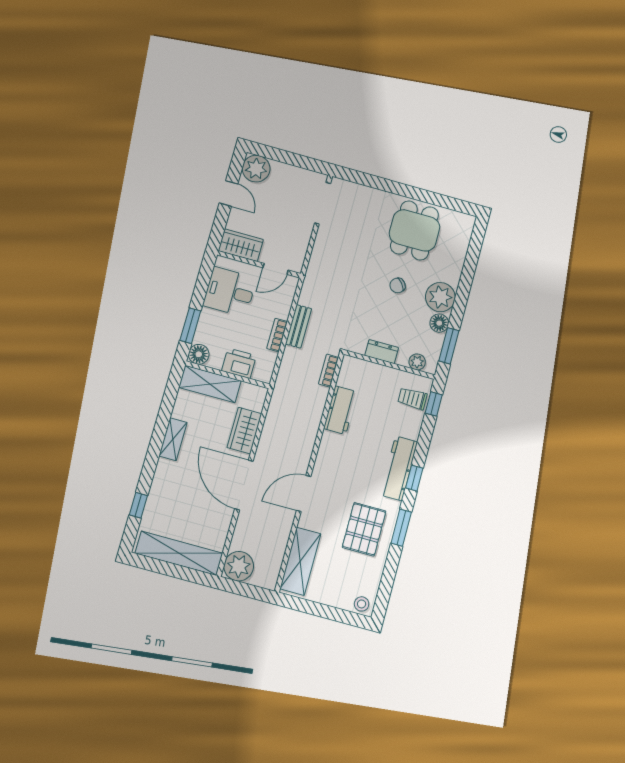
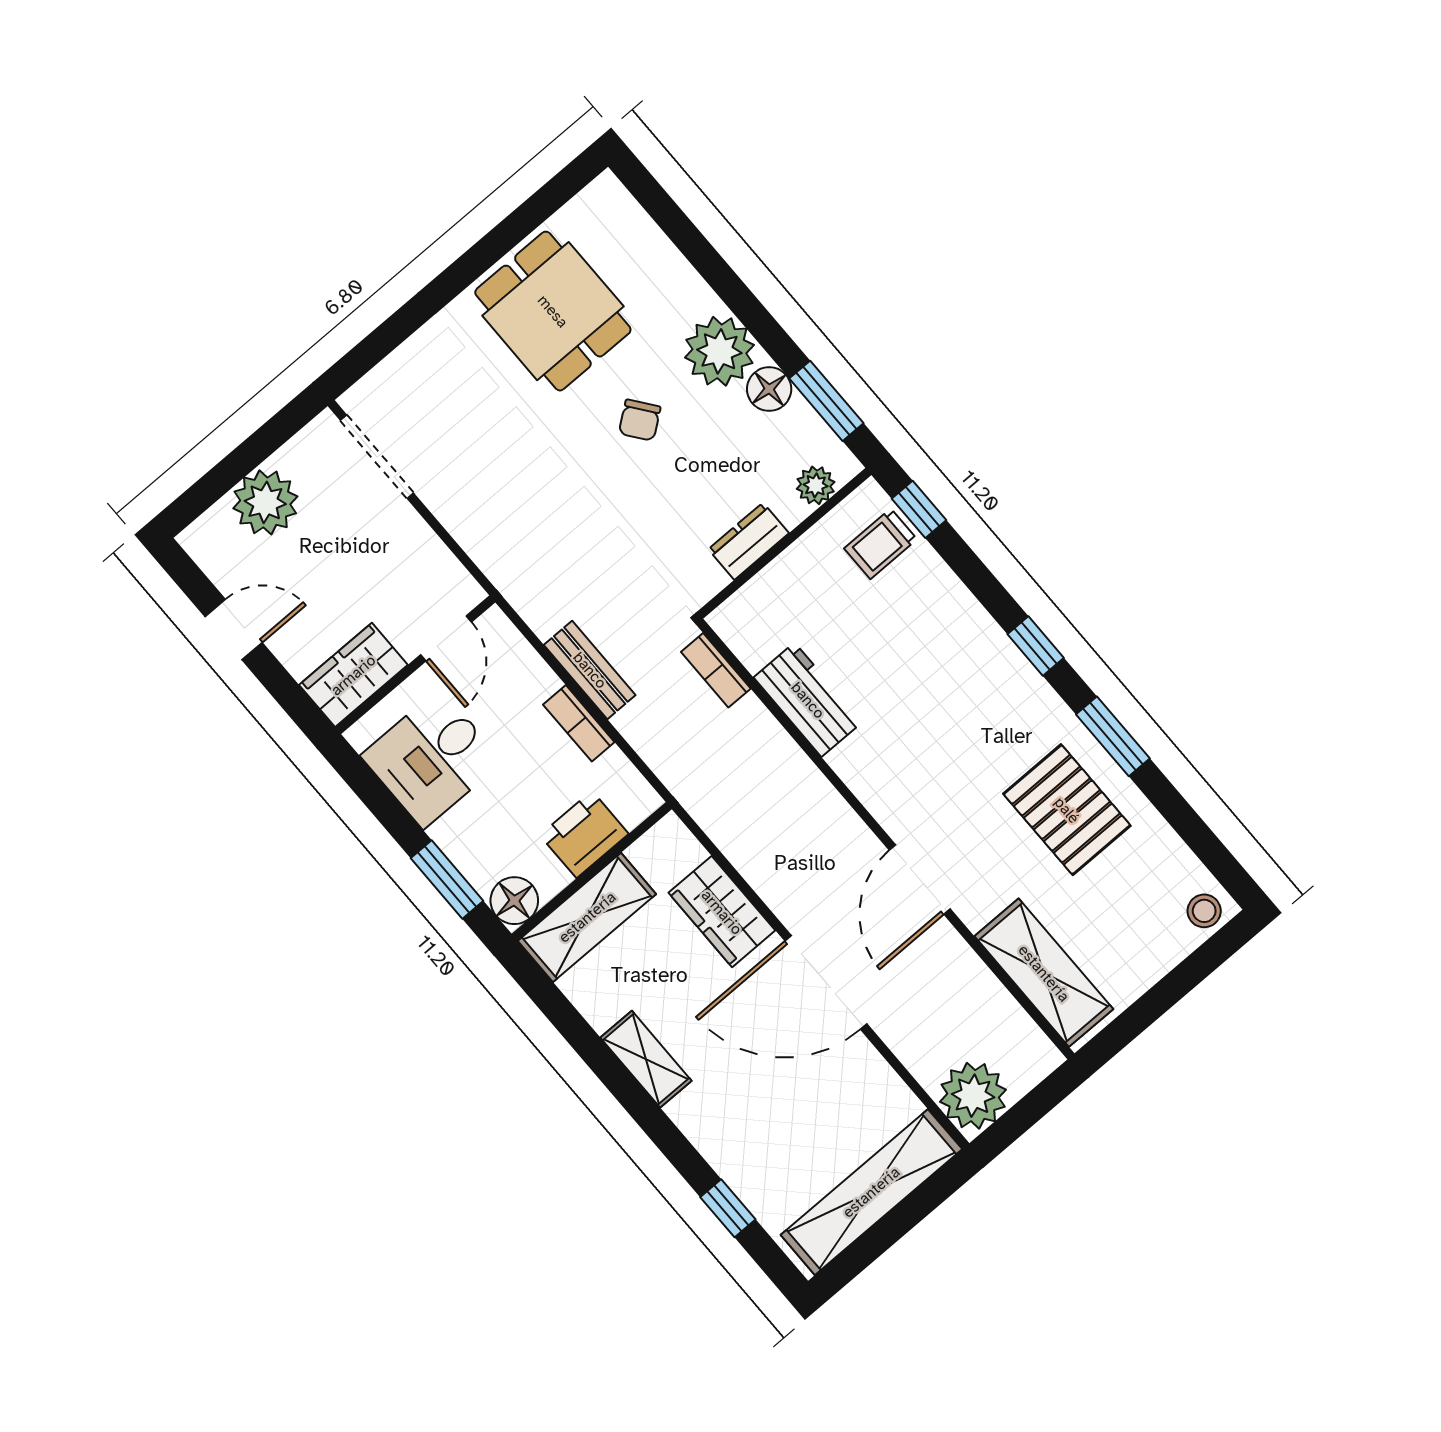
plant: (256, 169) -> (265, 502), moved
workbench: (399, 468) -> (997, 663), removed

